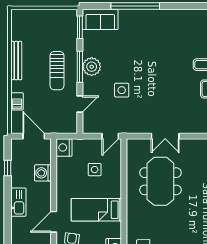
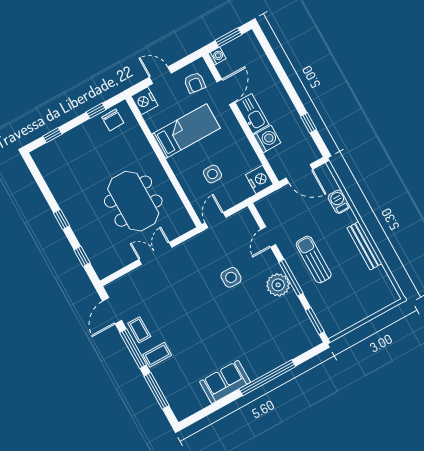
sofa: (100, 19) -> (225, 382), moved
kitchen sink: (18, 202) -> (252, 114), moved, turned 180

